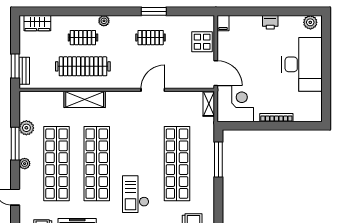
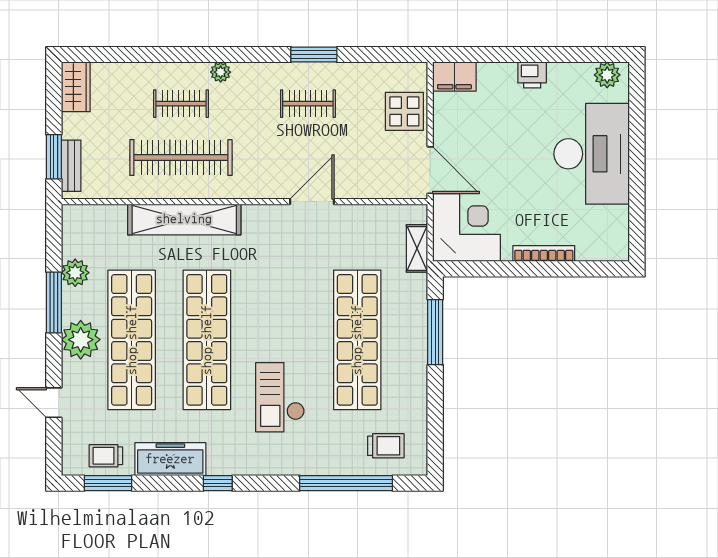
wardrobe: (37, 23) -> (76, 87), moved, turned -90
filing cabinet: (223, 23) -> (454, 77), width x2.00
shelving: (85, 99) -> (184, 219), width x1.47
shelving: (209, 104) -> (417, 248), moved
plant: (25, 164) -> (81, 340), width x1.87, depth x1.87

